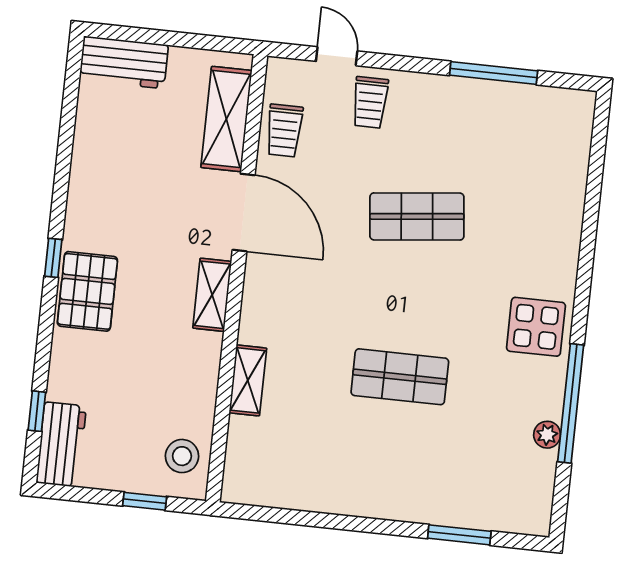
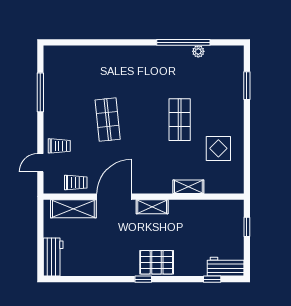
display table: (536, 327) -> (218, 148), moved
stool: (182, 456) -> (225, 212), removed

